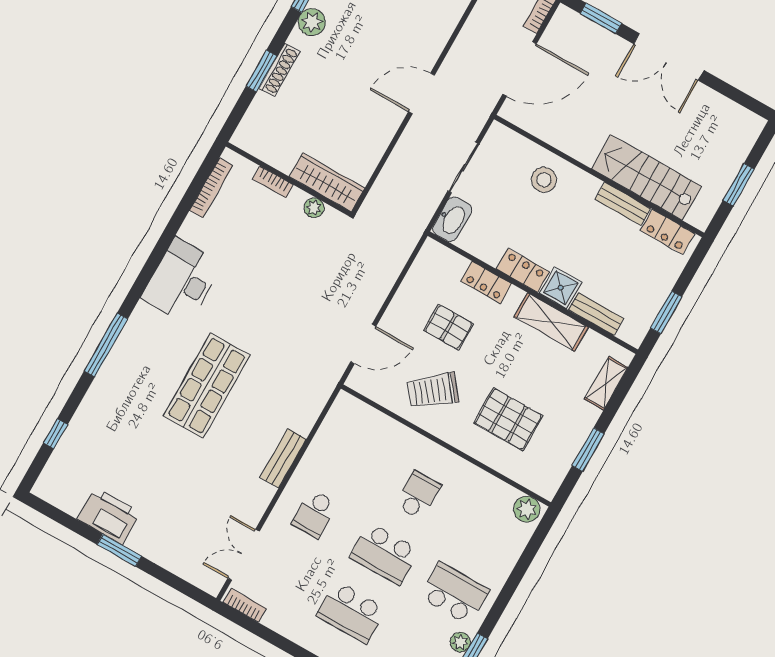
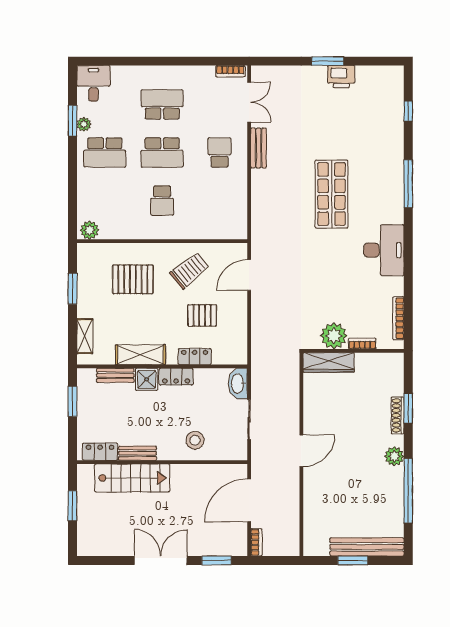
plant: (314, 208) -> (334, 336), width x1.88, depth x1.88
bench: (283, 458) -> (259, 148), moved
printer: (109, 516) -> (341, 77), width x0.73, depth x0.84
school desk: (385, 554) -> (162, 152), turned 180

